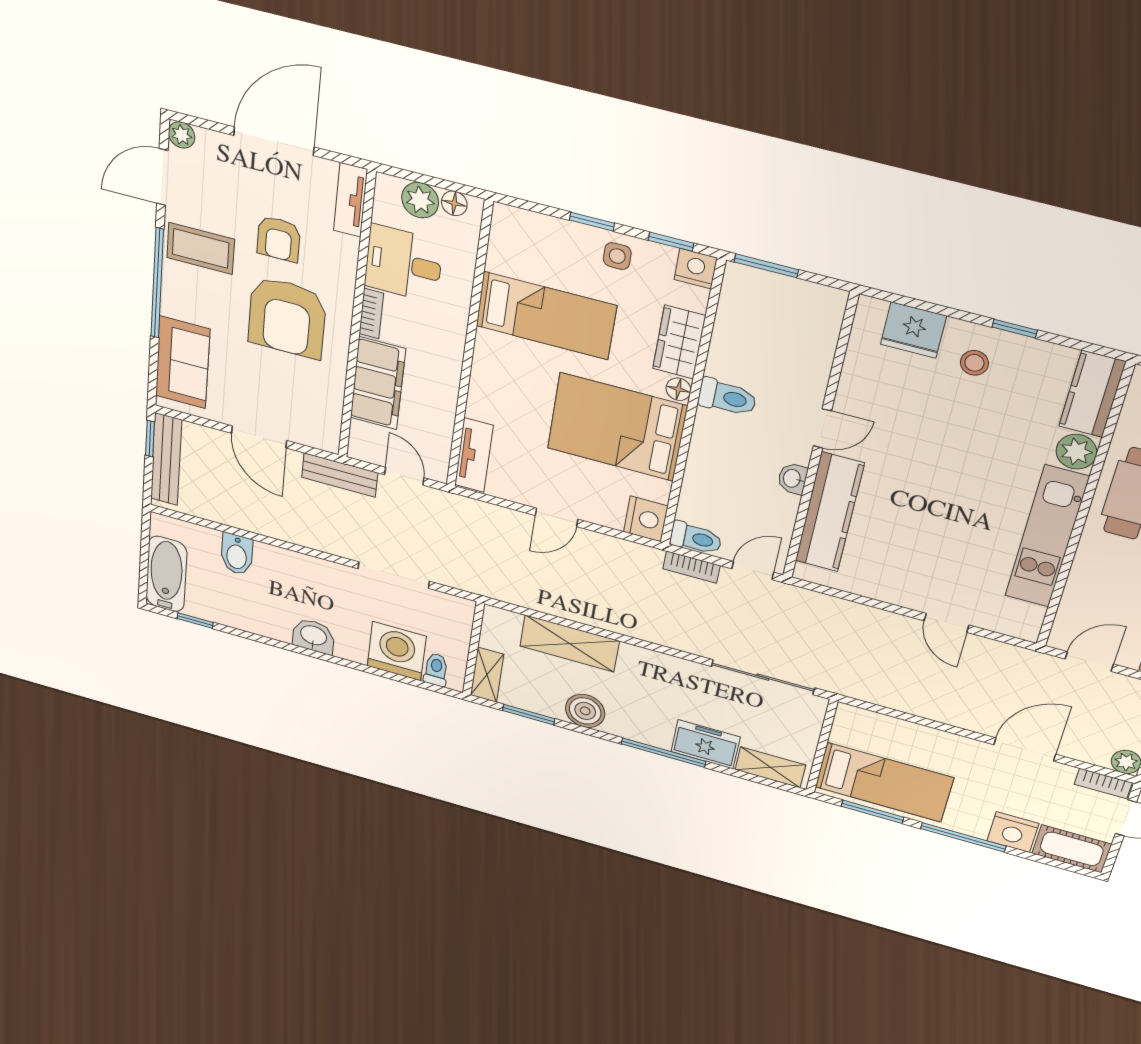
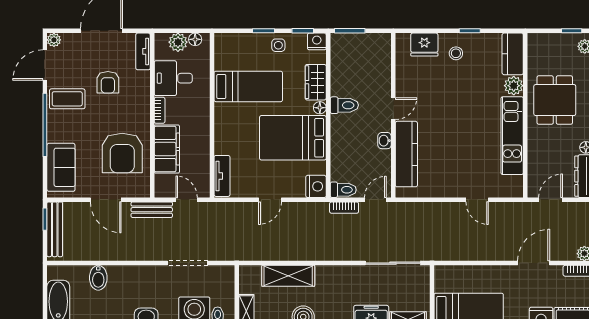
armchair: (287, 317) -> (122, 153), moved

